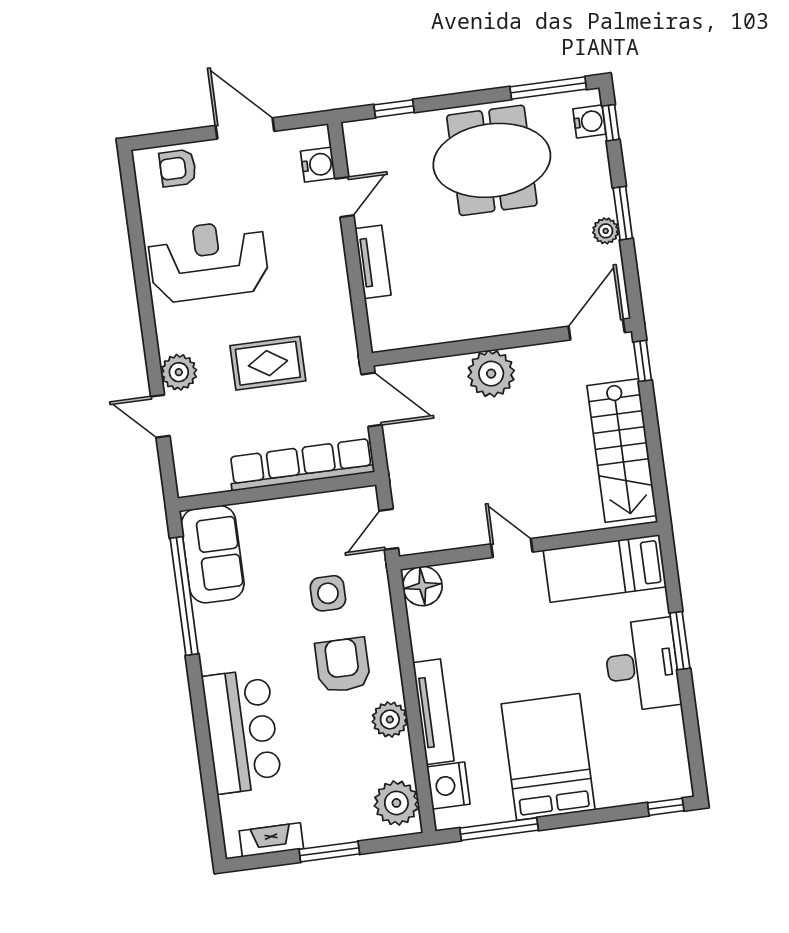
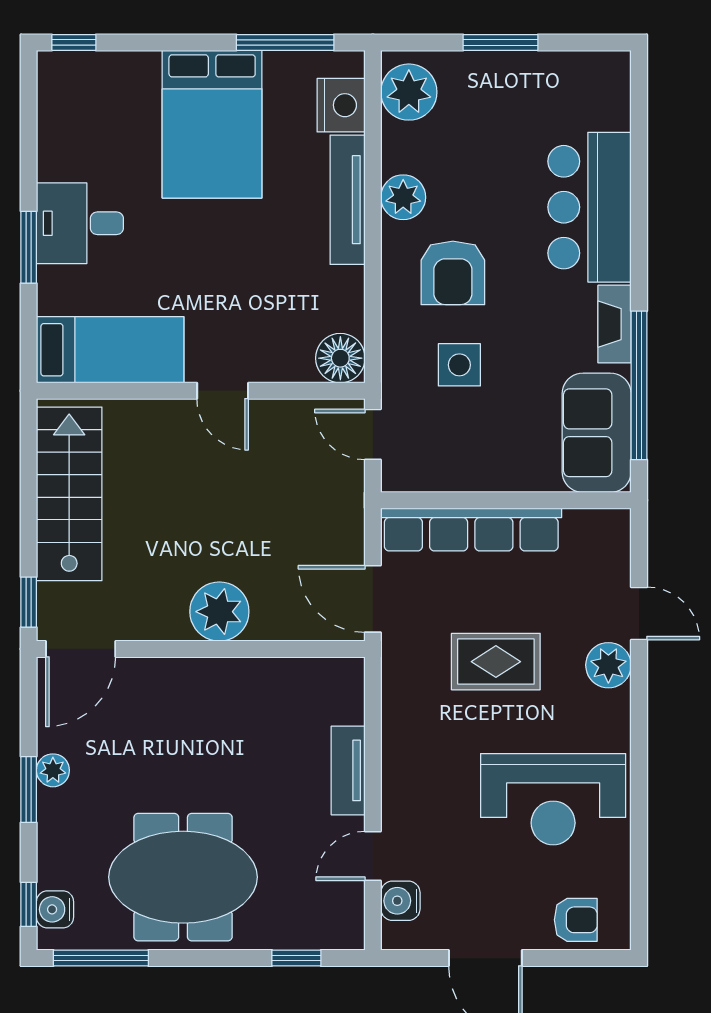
door: (389, 529) -> (373, 434), swing flipped
desk: (642, 665) -> (80, 223), width x0.73
fireplace: (271, 840) -> (615, 324), moved, turned 90

